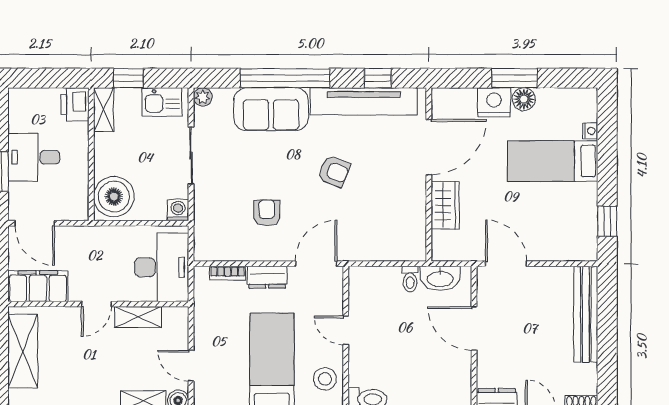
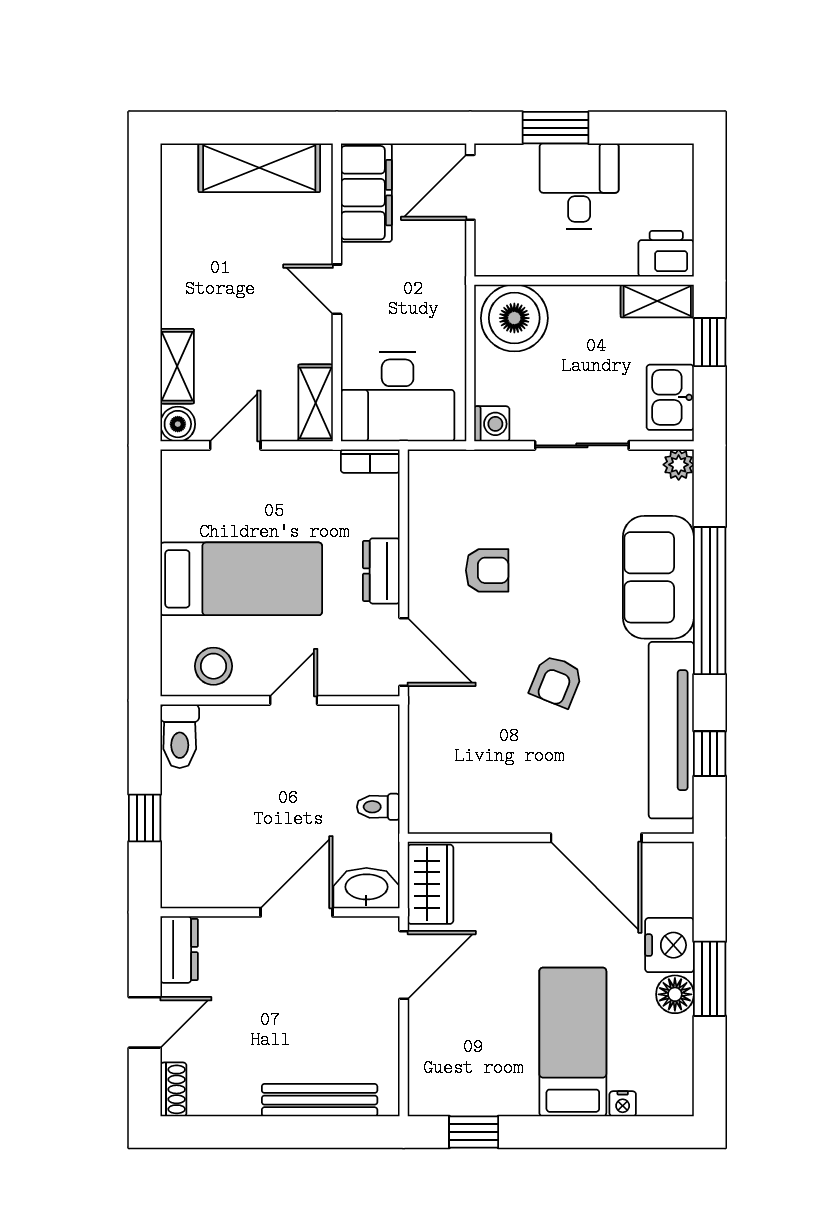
wardrobe: (445, 205) -> (430, 884), moved, turned -90
bookcase: (228, 273) -> (370, 461), moved, turned -90
washbasin: (440, 278) -> (366, 888), moved, turned 90
bench: (586, 315) -> (320, 1100), width x0.73, depth x0.82
shelving: (138, 317) -> (316, 403), moved

